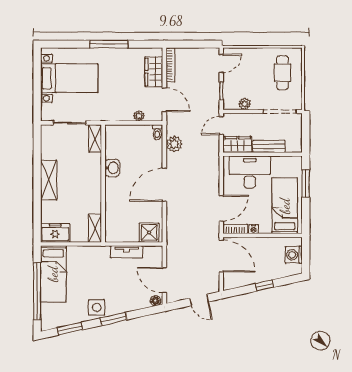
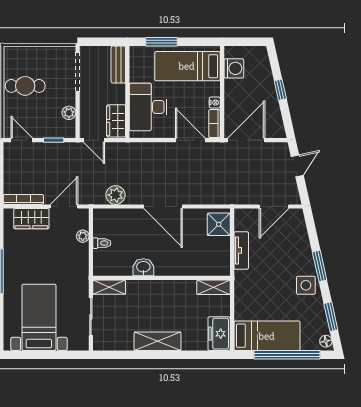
cafe table: (282, 73) -> (25, 86), moved
toilet: (157, 132) -> (102, 243), moved
bench: (269, 146) -> (118, 65), moved
washing machine: (294, 255) -> (234, 68), moved, turned -90
floor lamp: (155, 301) -> (326, 341), moved

